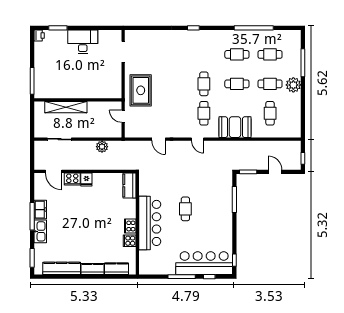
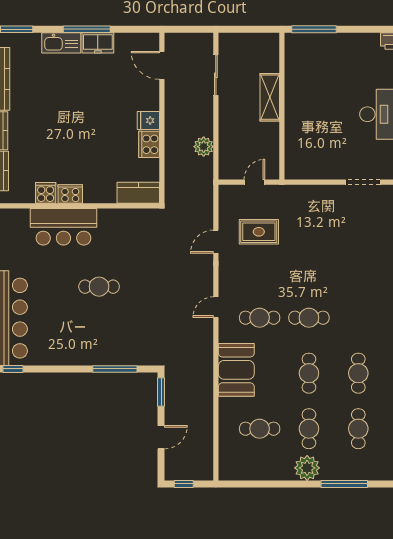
rug: (141, 90) -> (259, 232), moved, width x0.73, depth x0.70
shelving: (66, 107) -> (270, 97), width x0.68
door: (54, 171) -> (162, 65), hinge flipped
cooker: (72, 179) -> (149, 144), moved
bar counter: (150, 223) -> (63, 227), width x0.73

